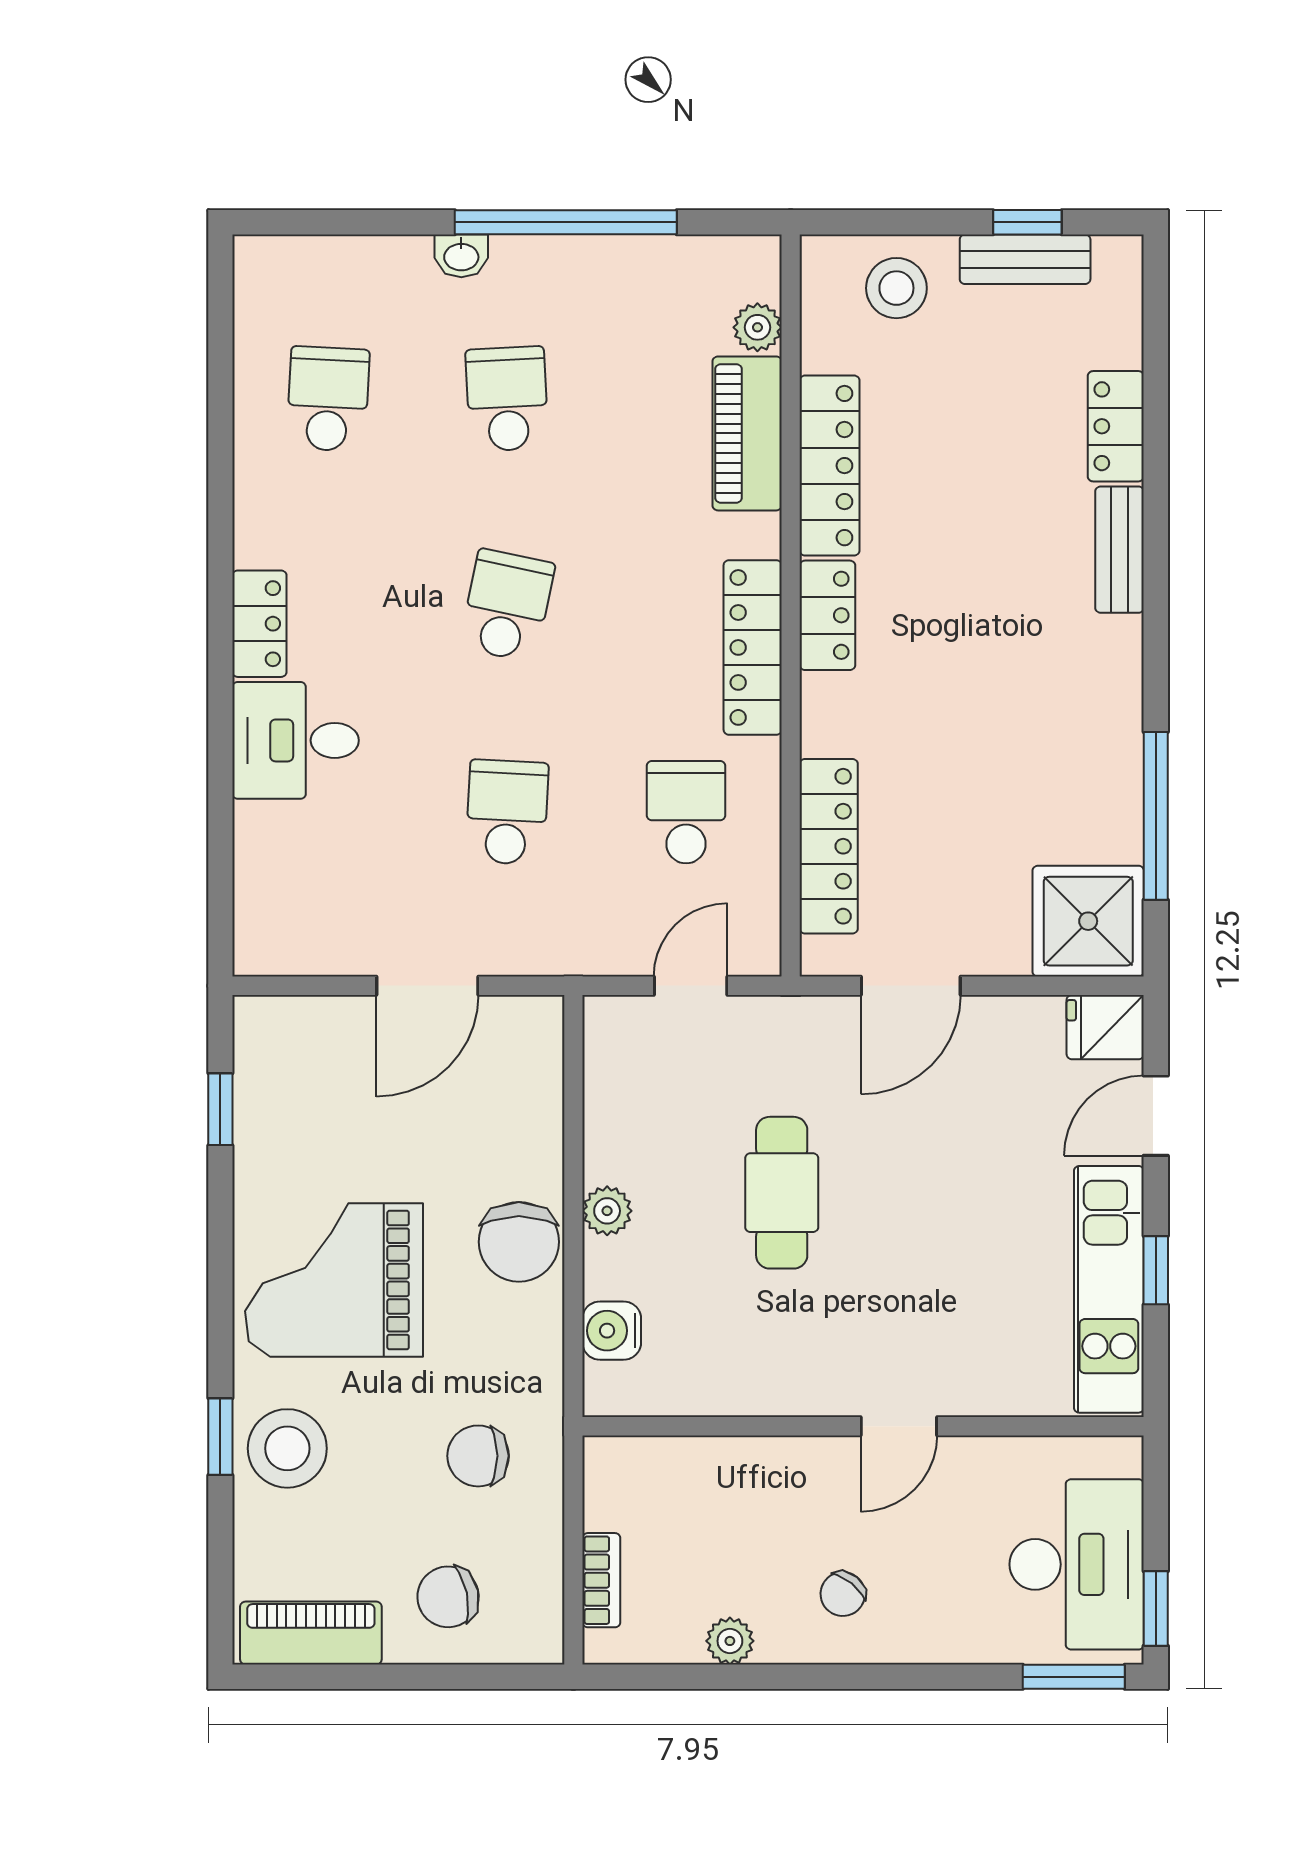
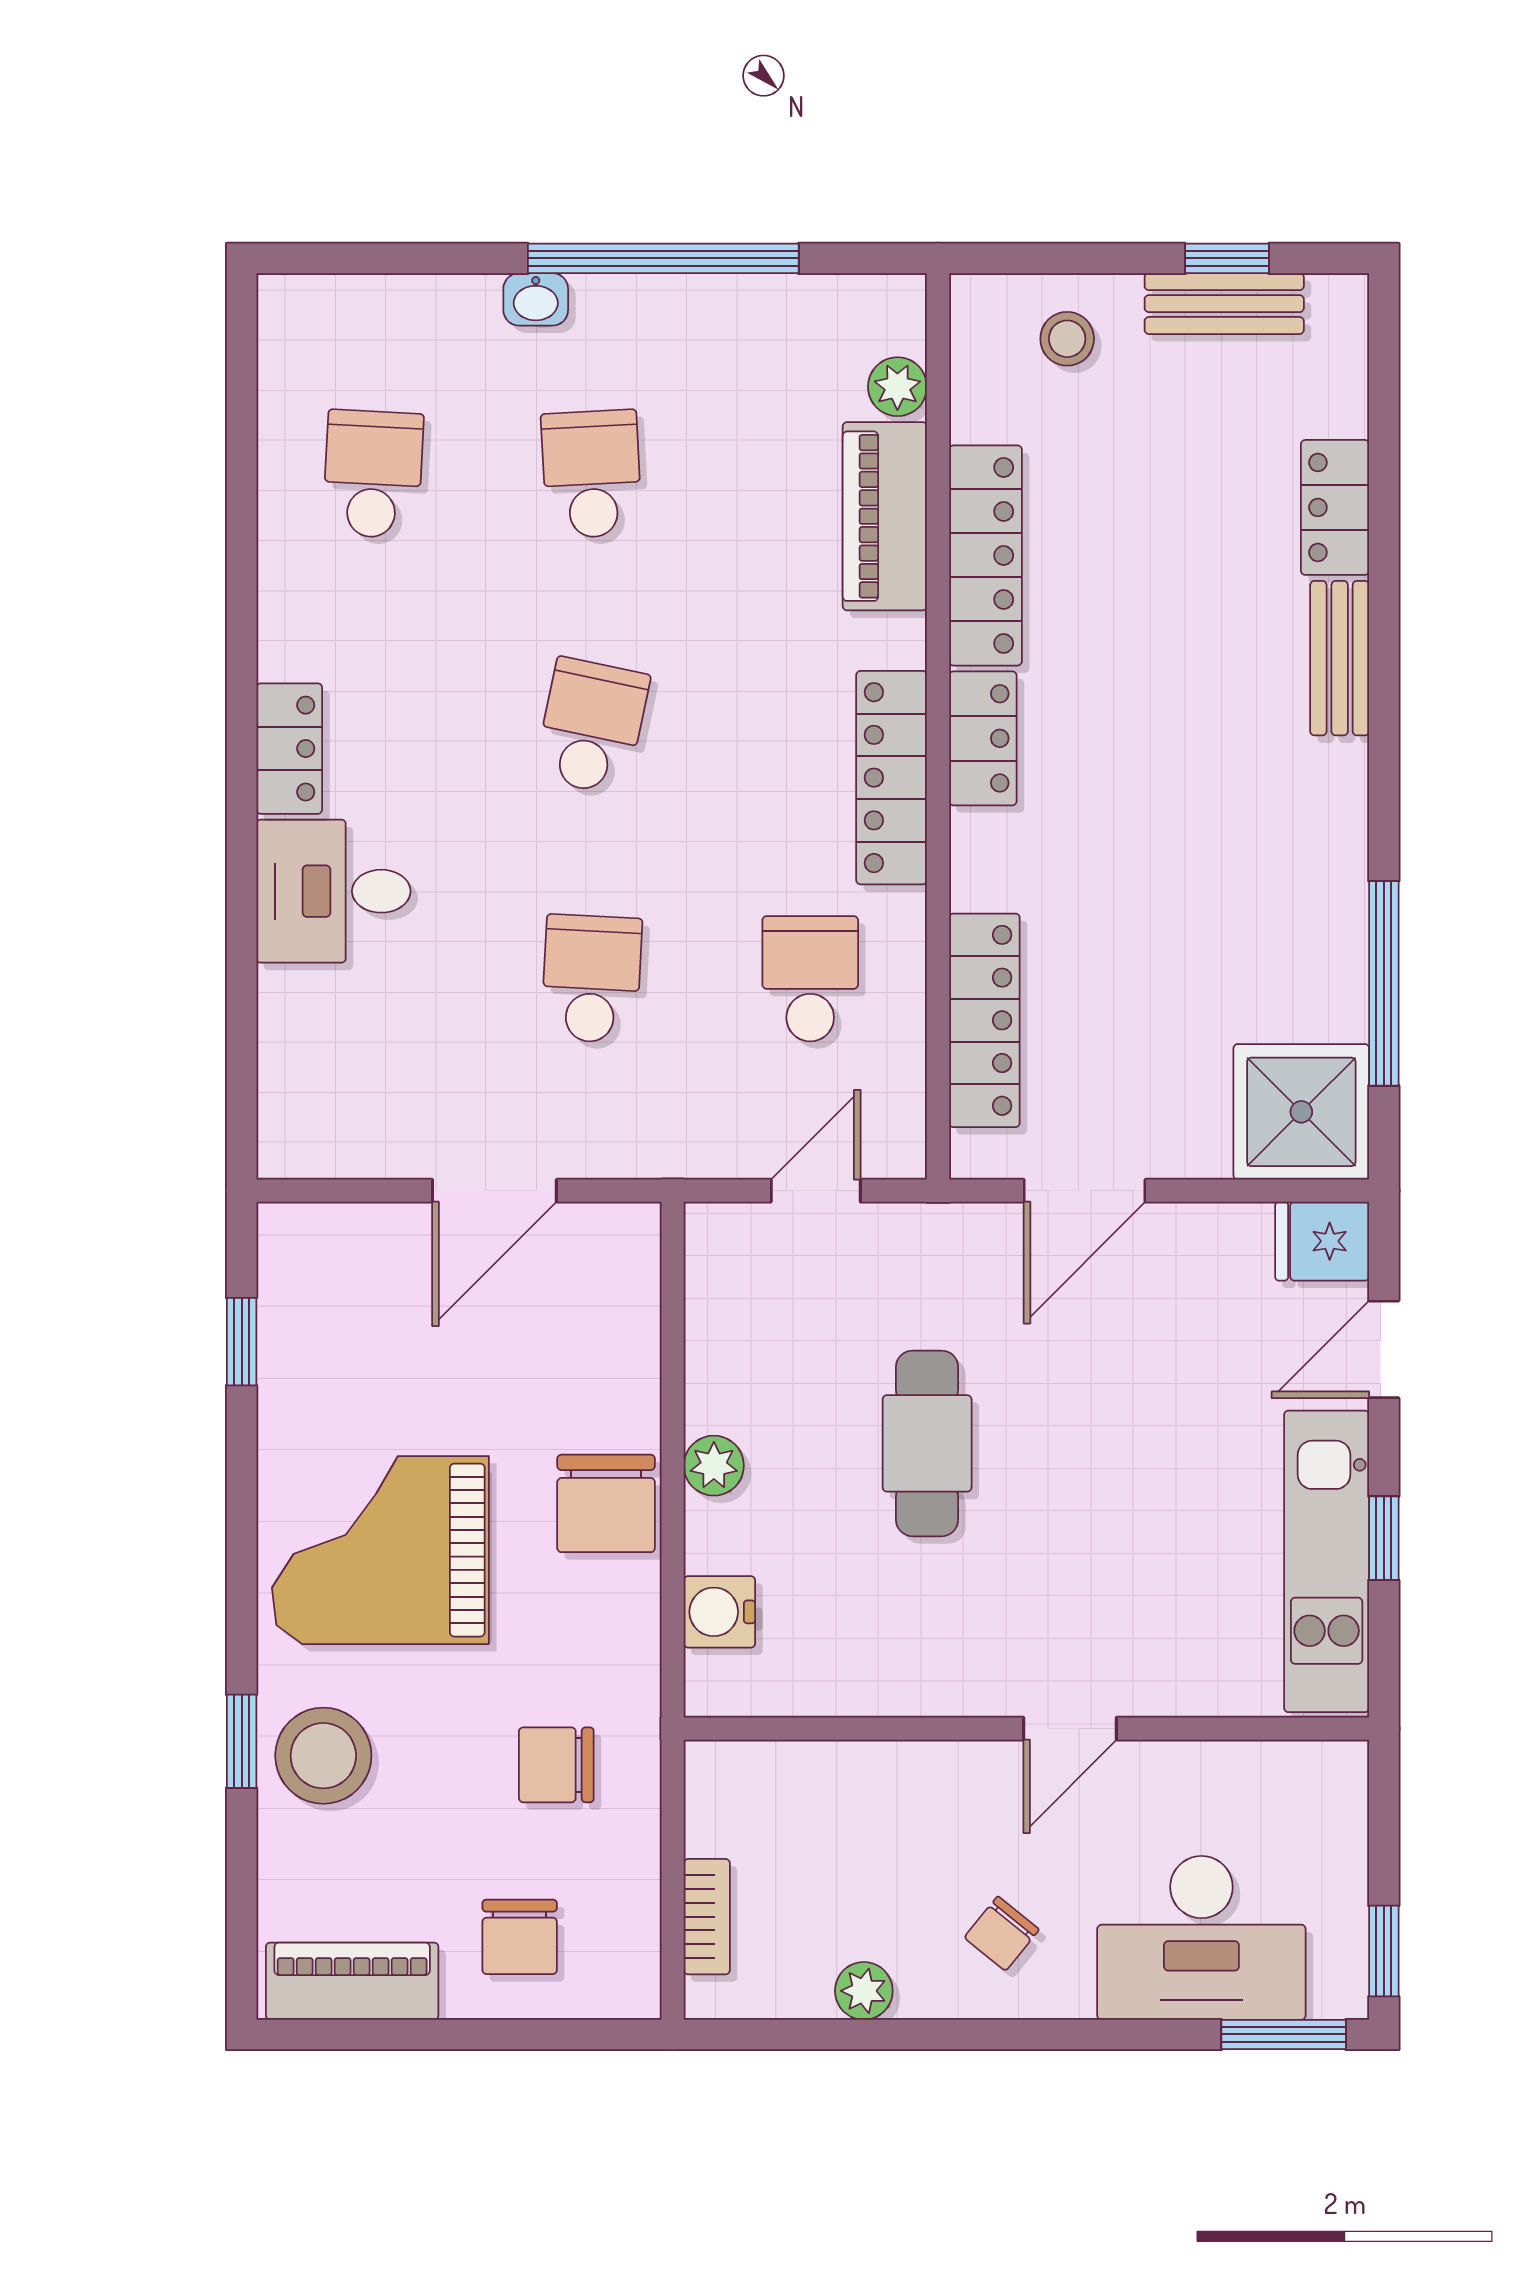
stool: (896, 288) -> (1067, 339), width x0.73, depth x0.73
desk: (1077, 1564) -> (1201, 1938), moved, turned 90
chair: (448, 1597) -> (520, 1937), turned -78

